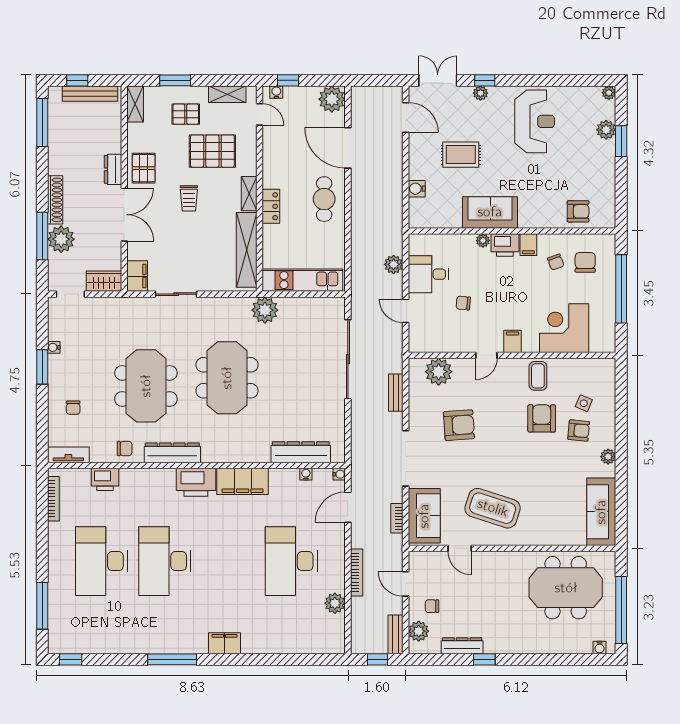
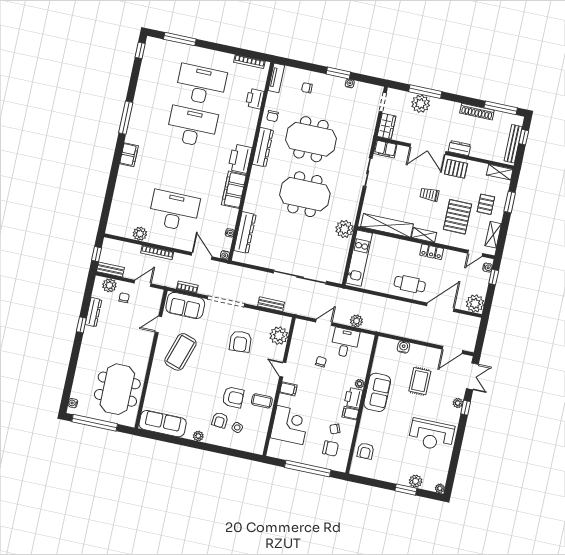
shoe rack: (55, 200) -> (477, 112), moved
locker: (271, 206) -> (432, 252), moved

